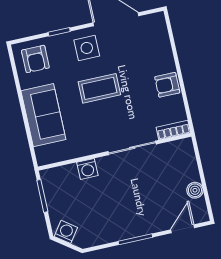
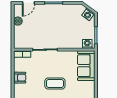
sofa: (43, 115) -> (86, 66), moved
washing machine: (87, 169) -> (87, 44), moved

